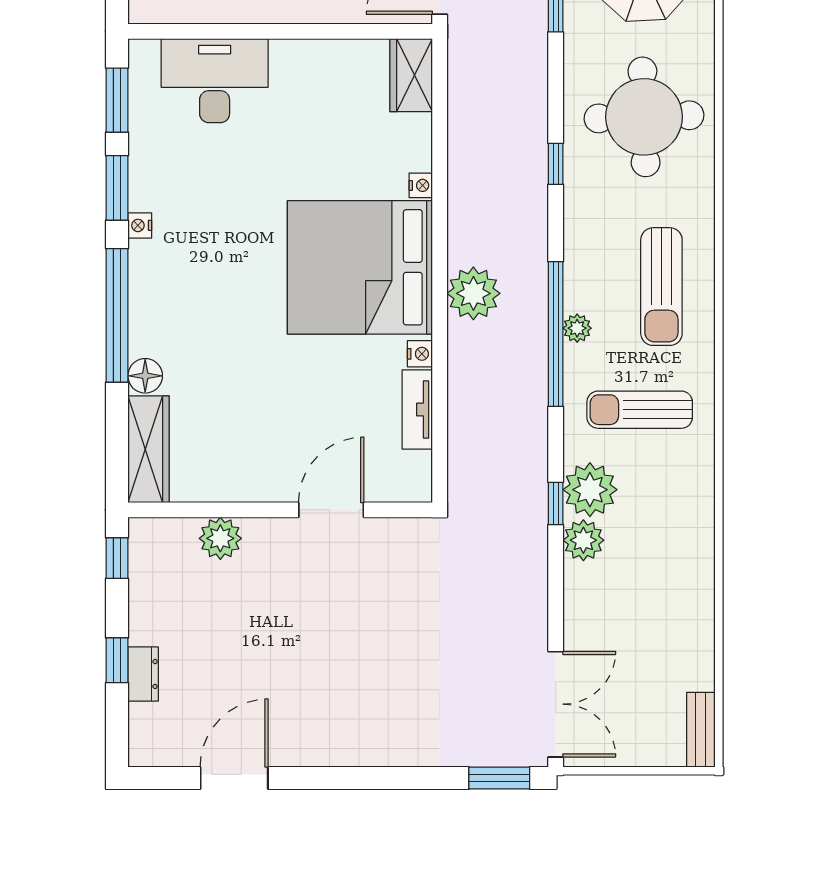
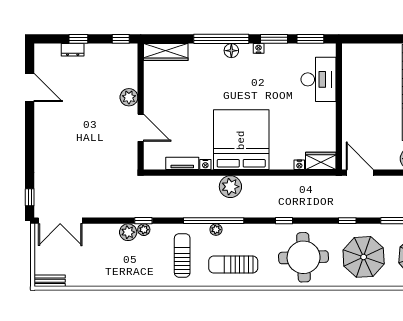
nightstand: (421, 185) -> (299, 165), moved
floor lamp: (145, 376) -> (231, 51), moved
plant: (590, 490) -> (144, 230), width x0.53, depth x0.53
plant: (220, 538) -> (129, 97), moved
window: (499, 778) -> (30, 197), width x0.67

